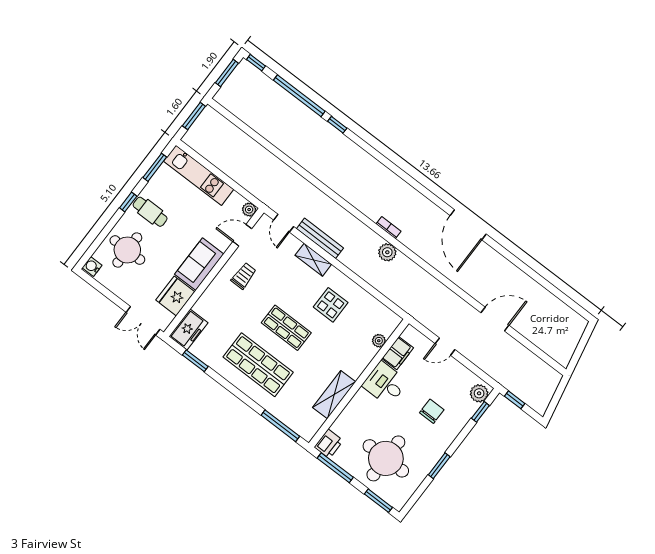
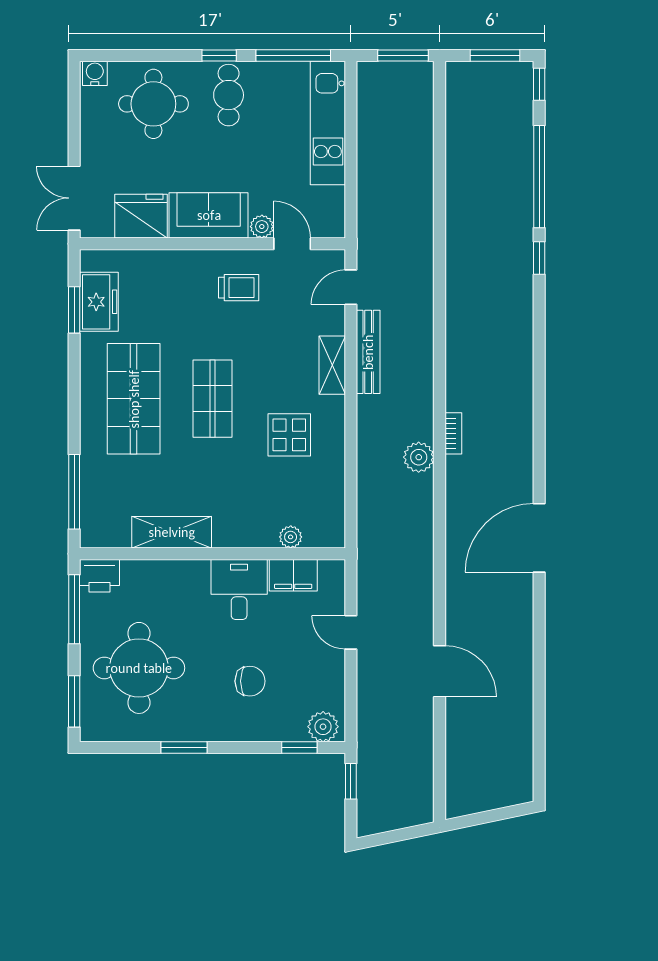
window: (155, 167) -> (293, 55), width x1.44
plant: (249, 210) -> (262, 227), moved
freezer: (188, 330) -> (99, 302), moved, turned -90

